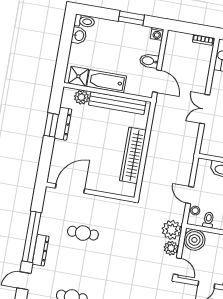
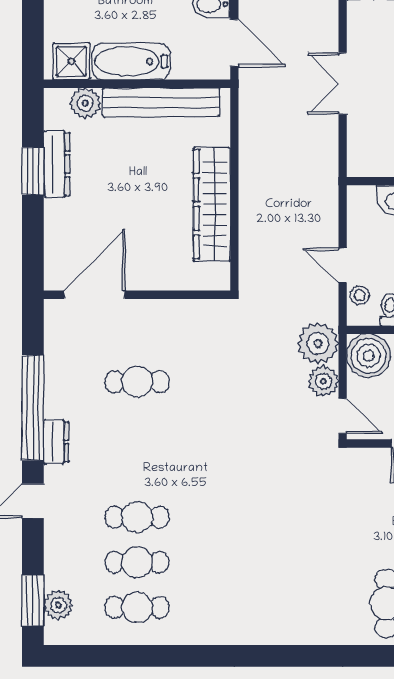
dresser: (41, 250) -> (56, 442), width x0.70

